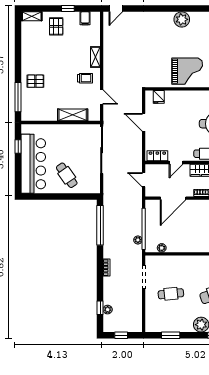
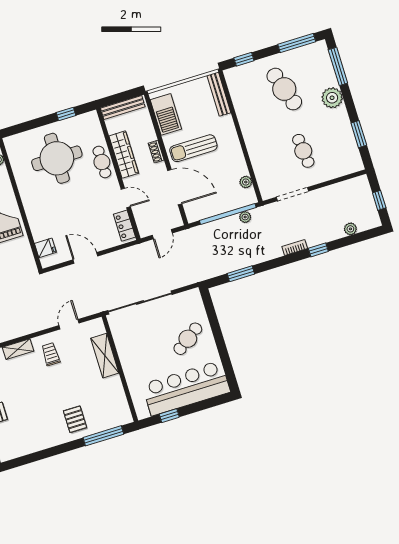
door: (144, 122) -> (85, 258), swing flipped
sun lounger: (196, 219) -> (193, 148), added
window: (100, 225) -> (241, 274), width x0.47
window: (100, 308) -> (318, 250), moved

